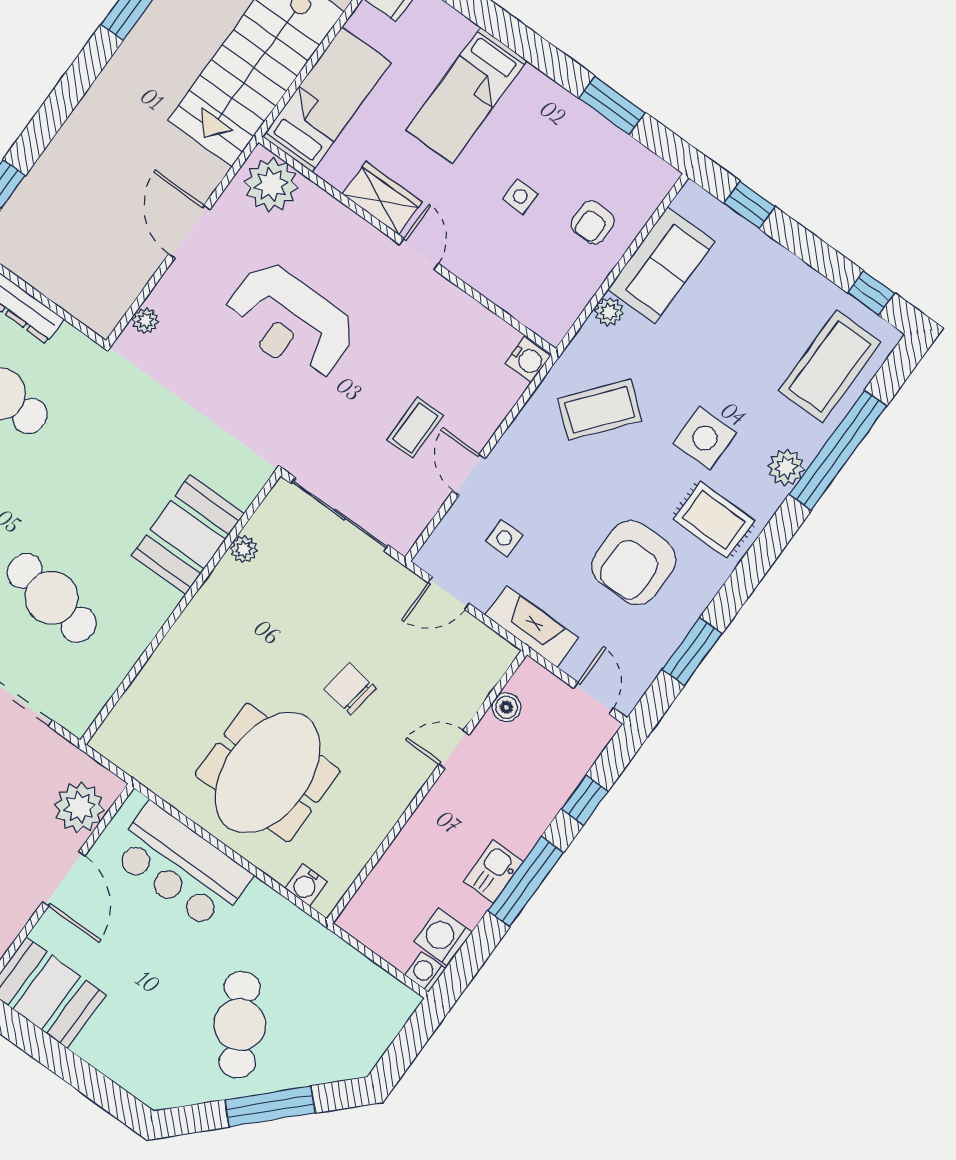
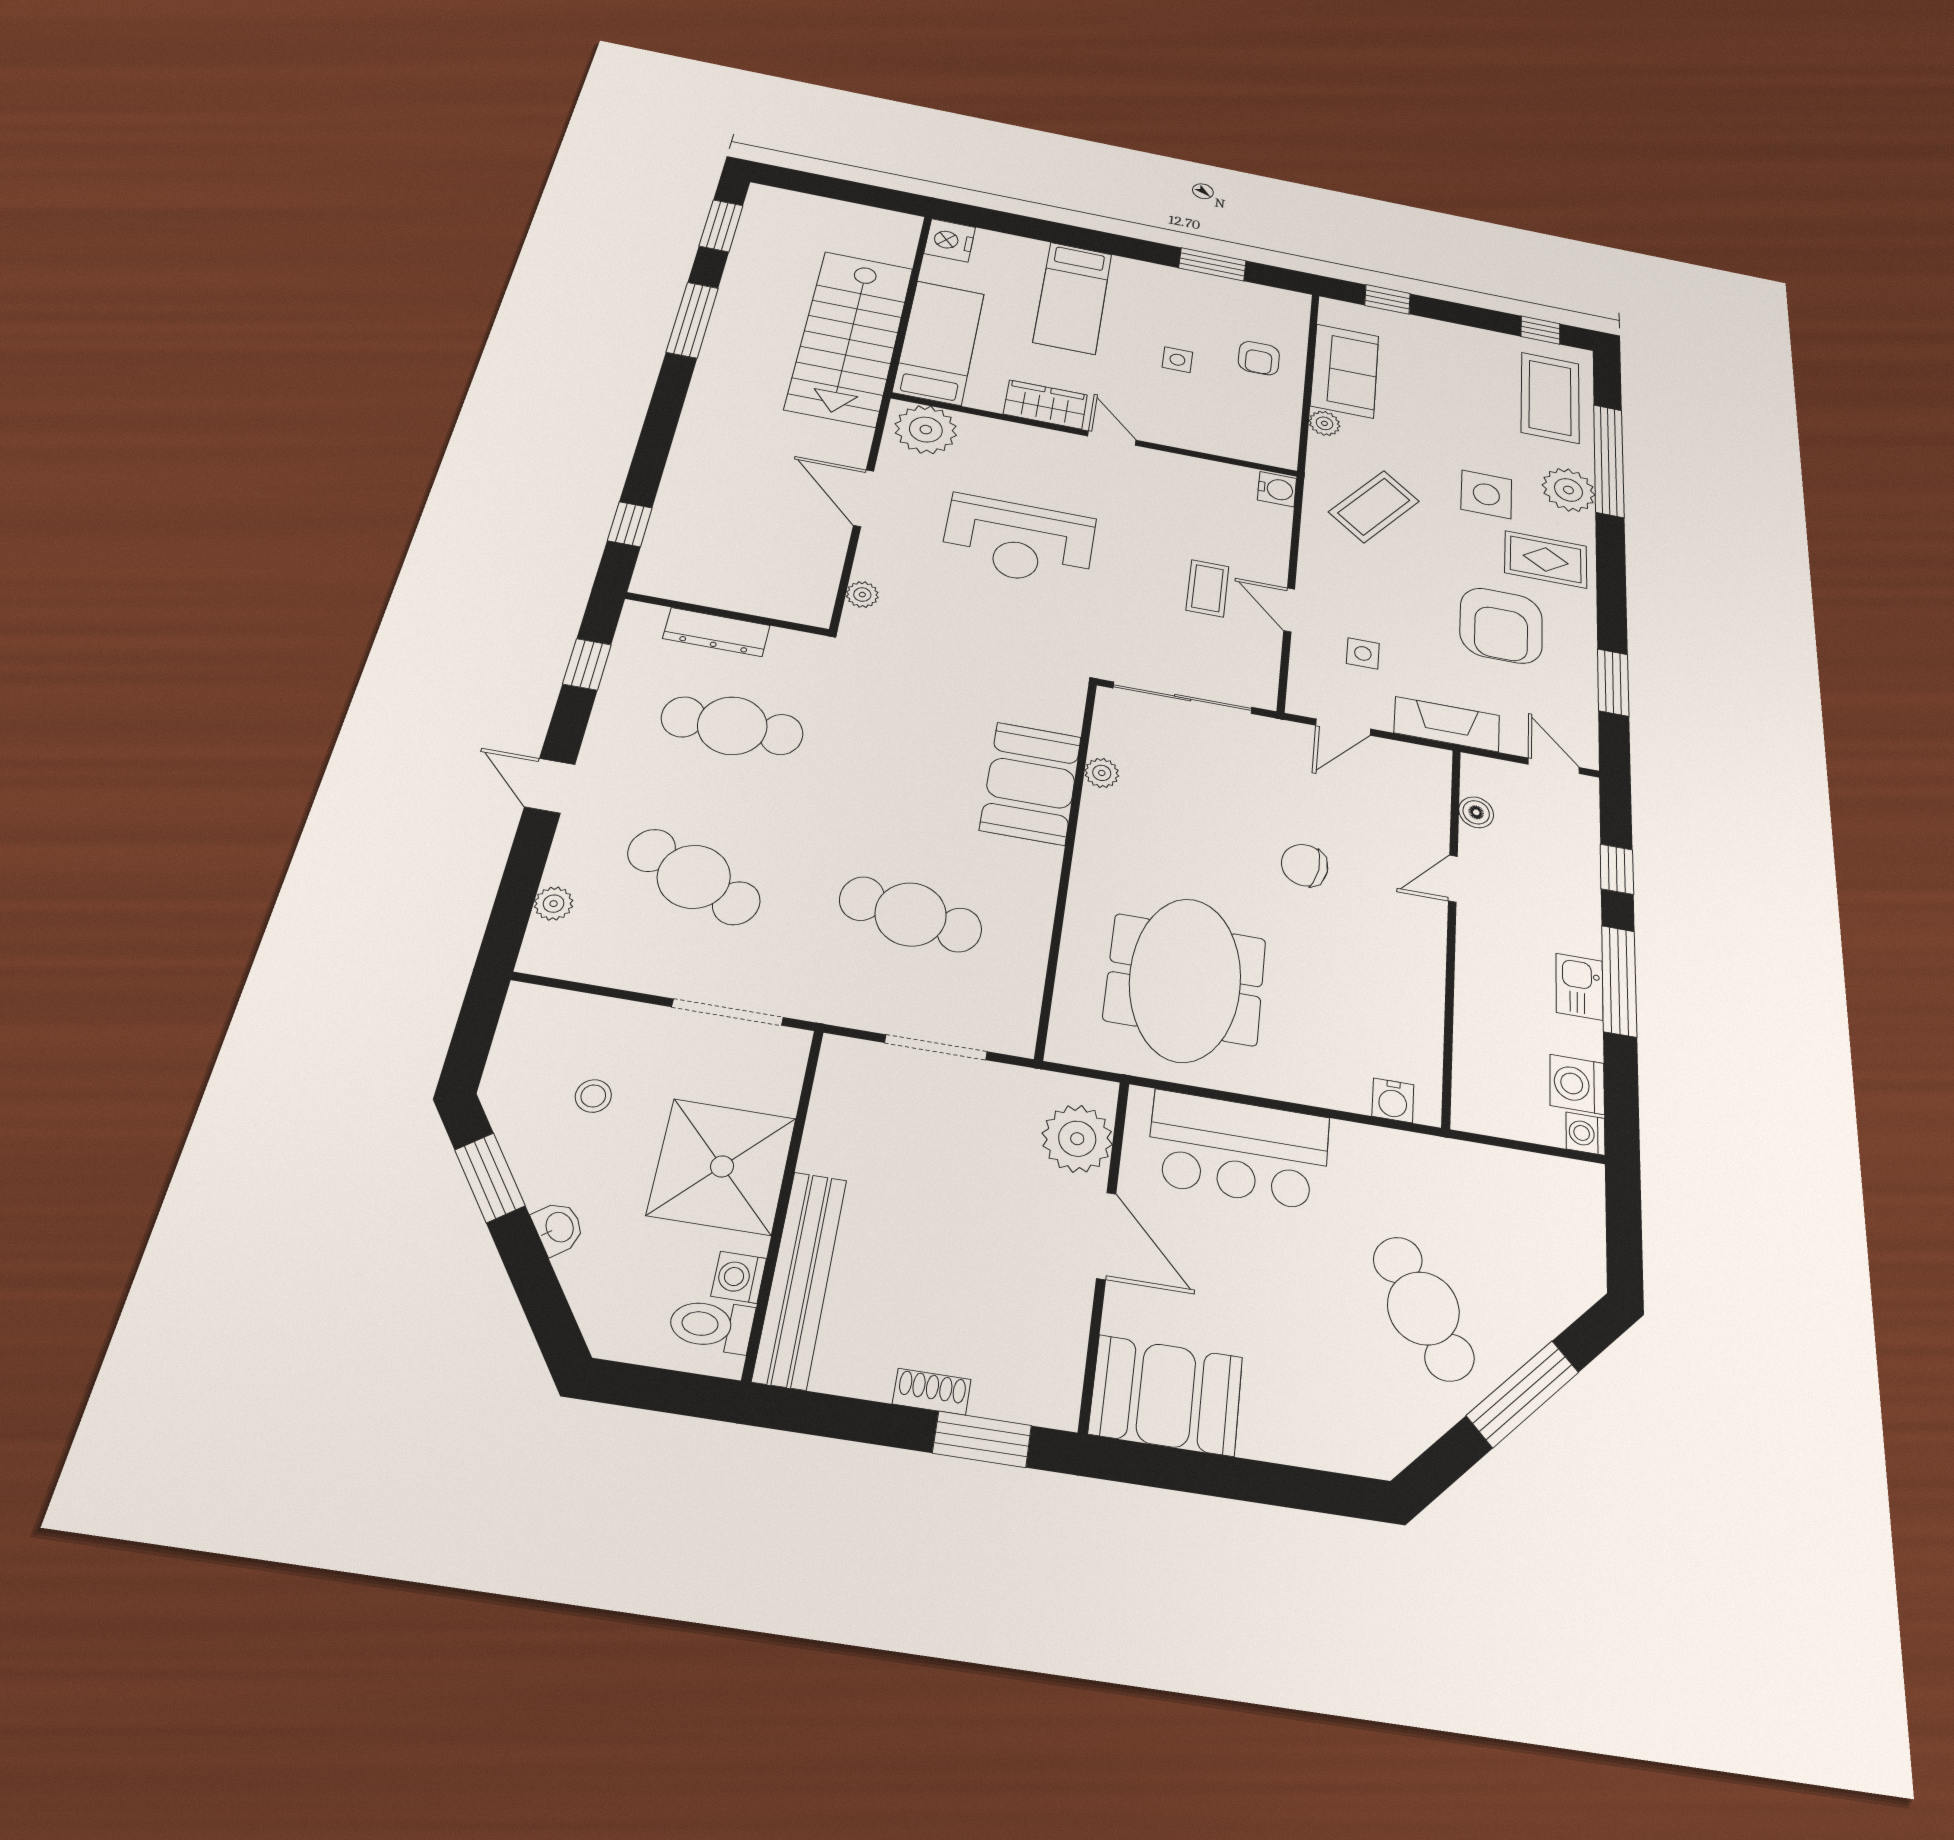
plant: (786, 468) -> (1568, 490), width x1.36, depth x1.36
meeting table: (268, 773) -> (1185, 979), moved

